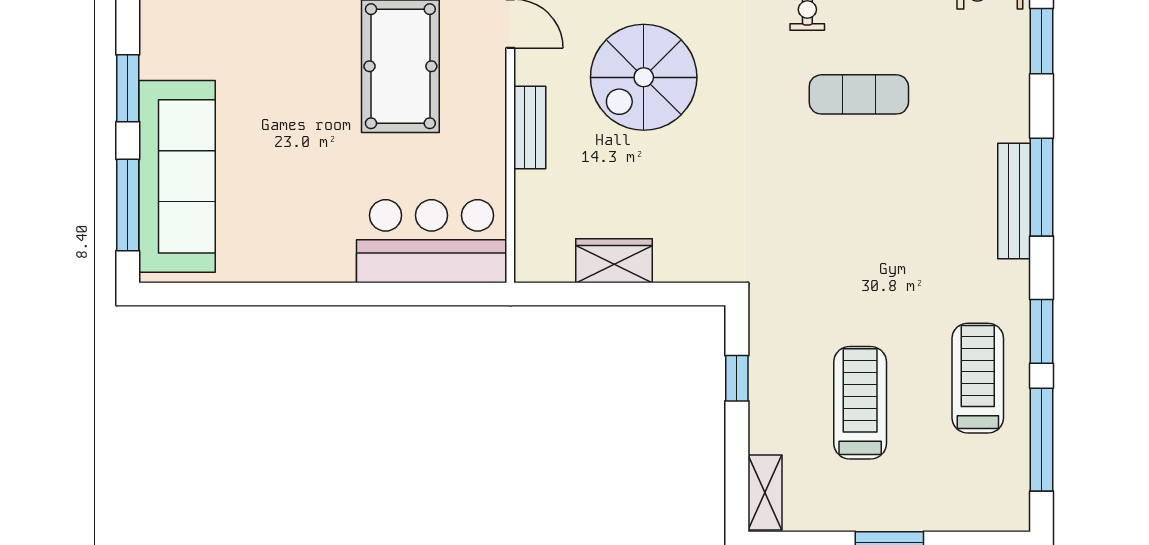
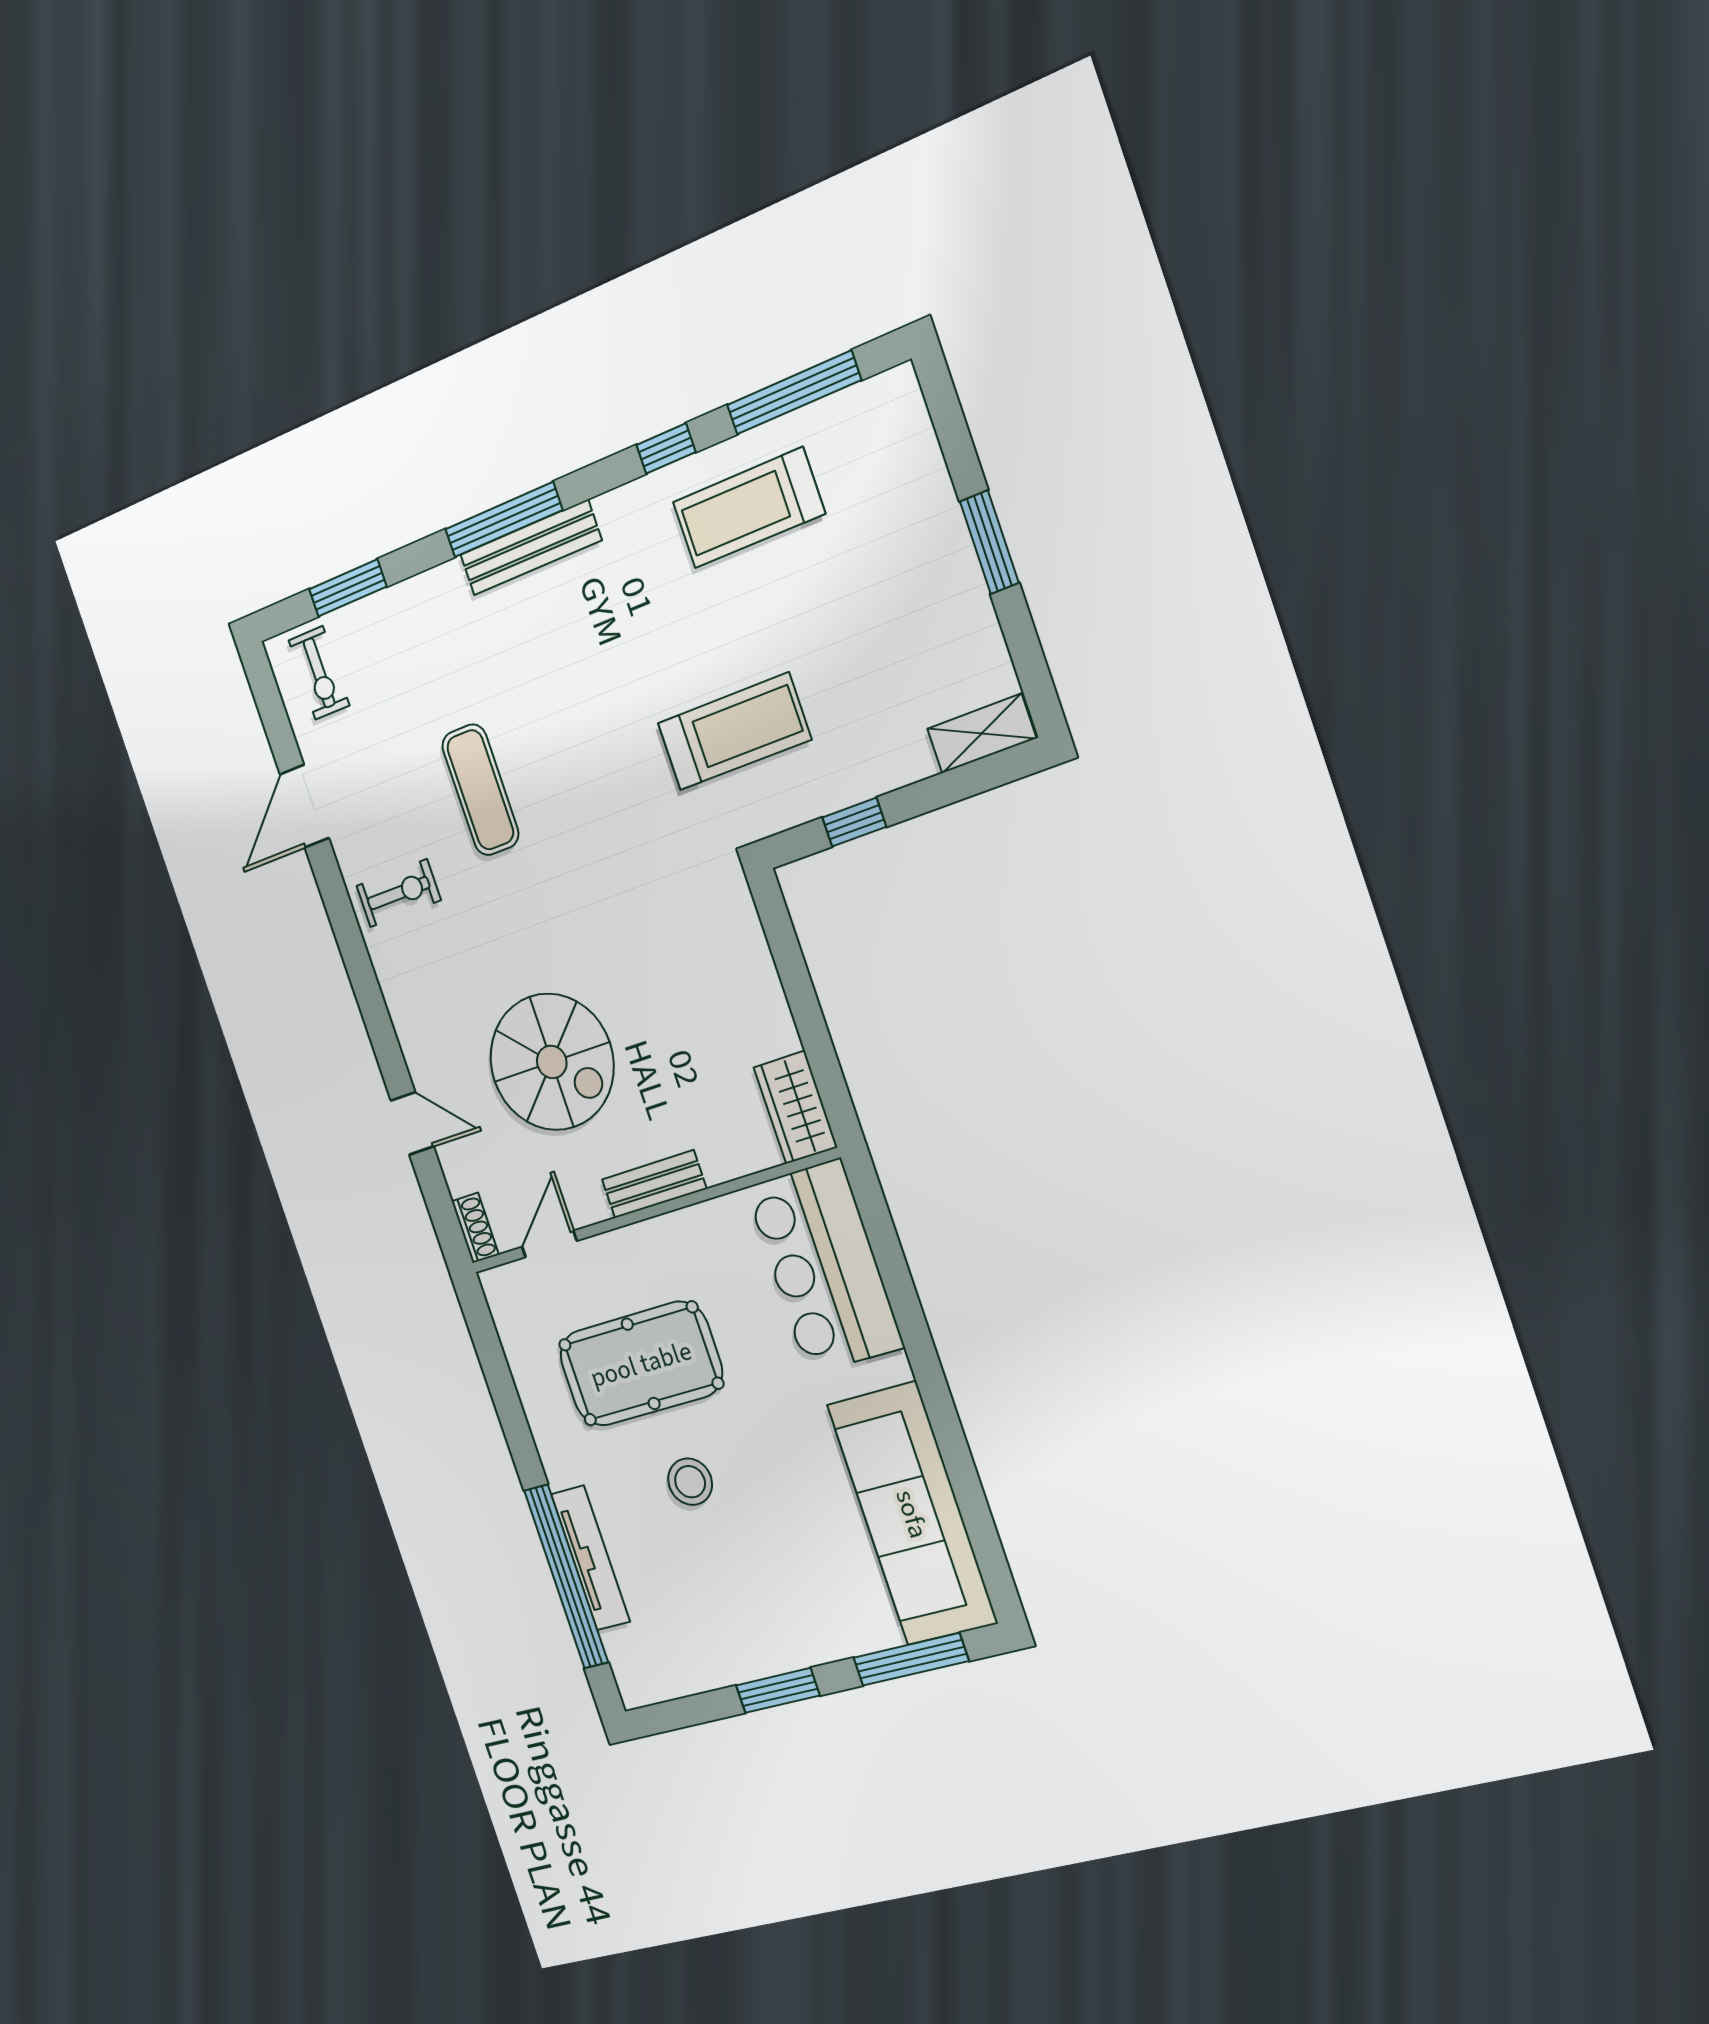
stool: (302, 74) -> (690, 1482), added
sofa: (177, 176) -> (912, 1514), moved, turned -90
wardrobe: (614, 261) -> (796, 1107), moved
window: (1041, 331) -> (666, 449), width x0.67
treadmill: (860, 403) -> (734, 731), moved, turned 180

